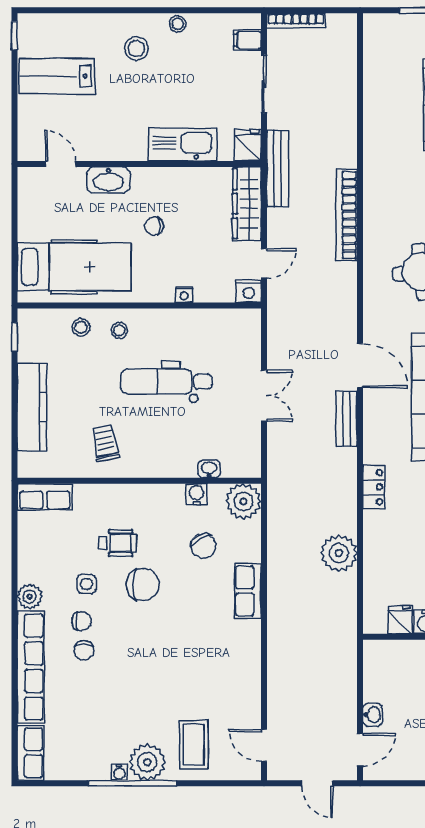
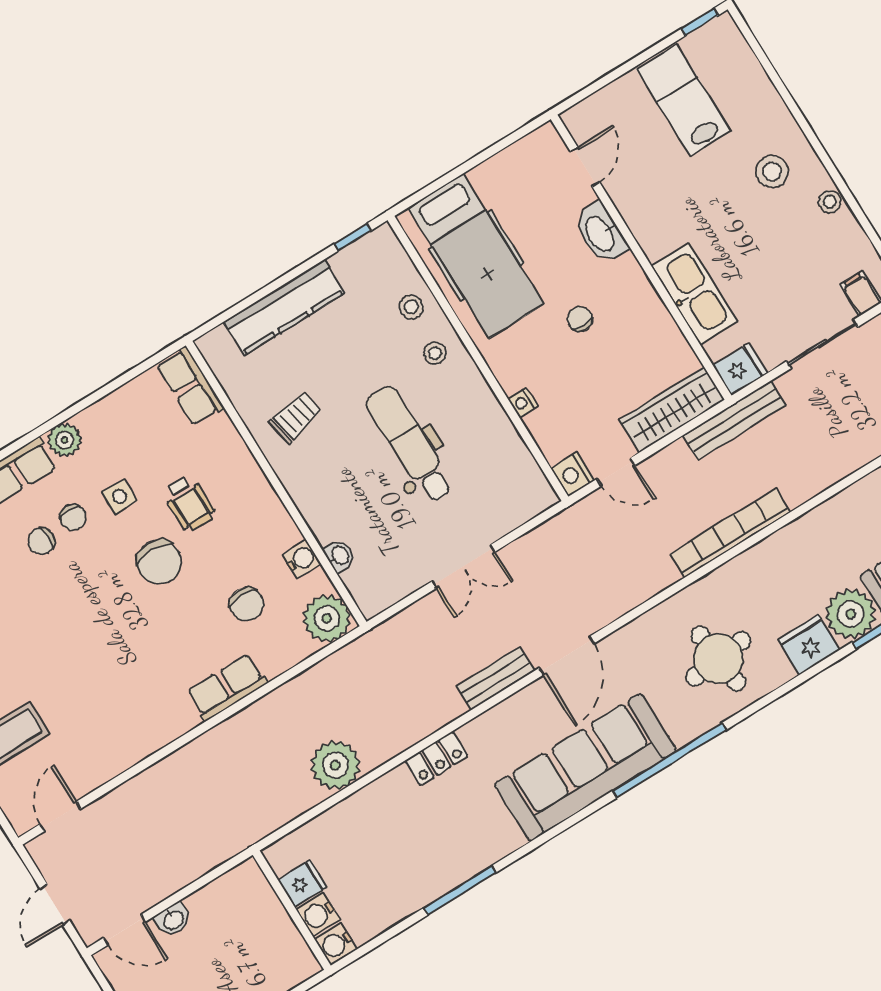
chair: (203, 546) -> (247, 604), turned -63

